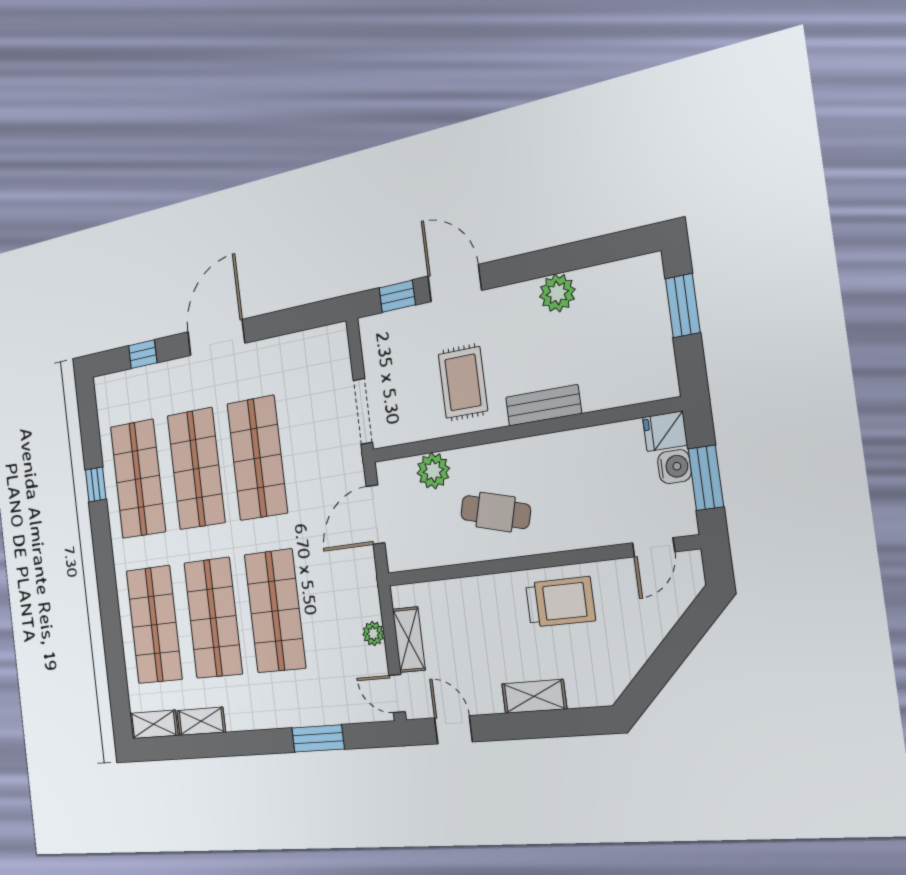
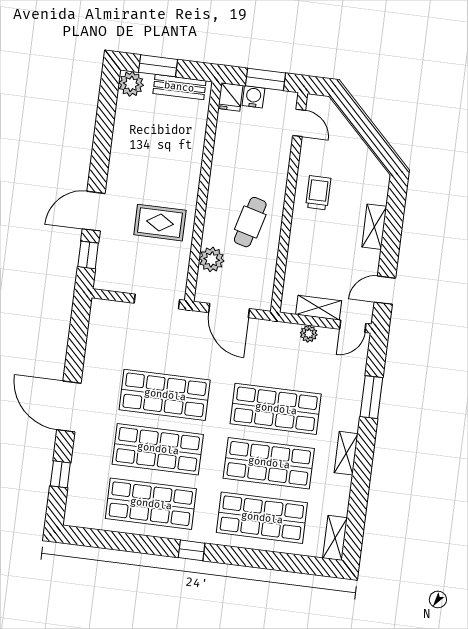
plant: (557, 293) -> (131, 84), moved
bench: (543, 405) -> (179, 87), moved, turned 90
window: (96, 484) -> (192, 550), moved
trolley: (560, 602) -> (318, 193), width x0.73, depth x0.72
shelving: (201, 721) -> (346, 453), moved

